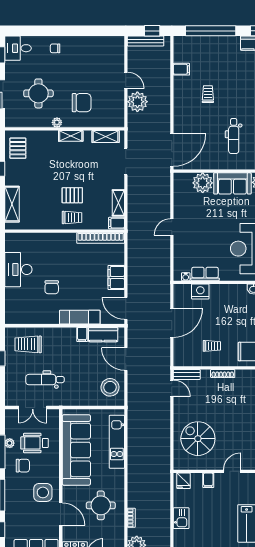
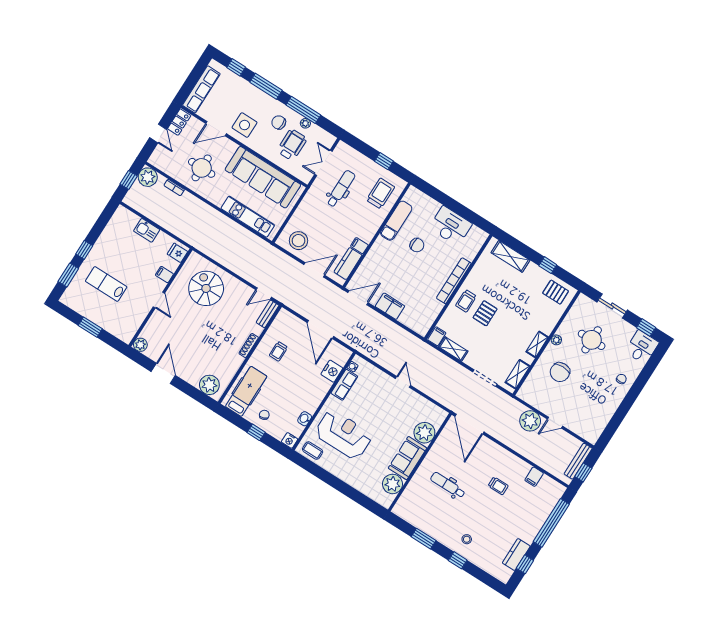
bookcase: (101, 238) -> (454, 281), moved
chair: (52, 287) -> (417, 245), turned 180
exam couch: (80, 317) -> (396, 221), moved
spiral stairs: (198, 439) -> (206, 288), turned -90
chair: (23, 466) -> (279, 122), turned 90

